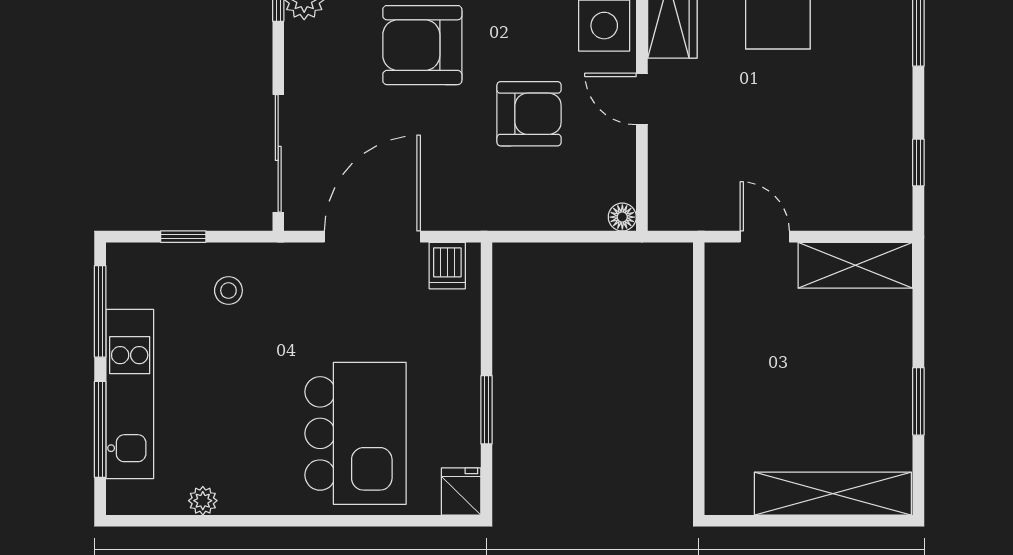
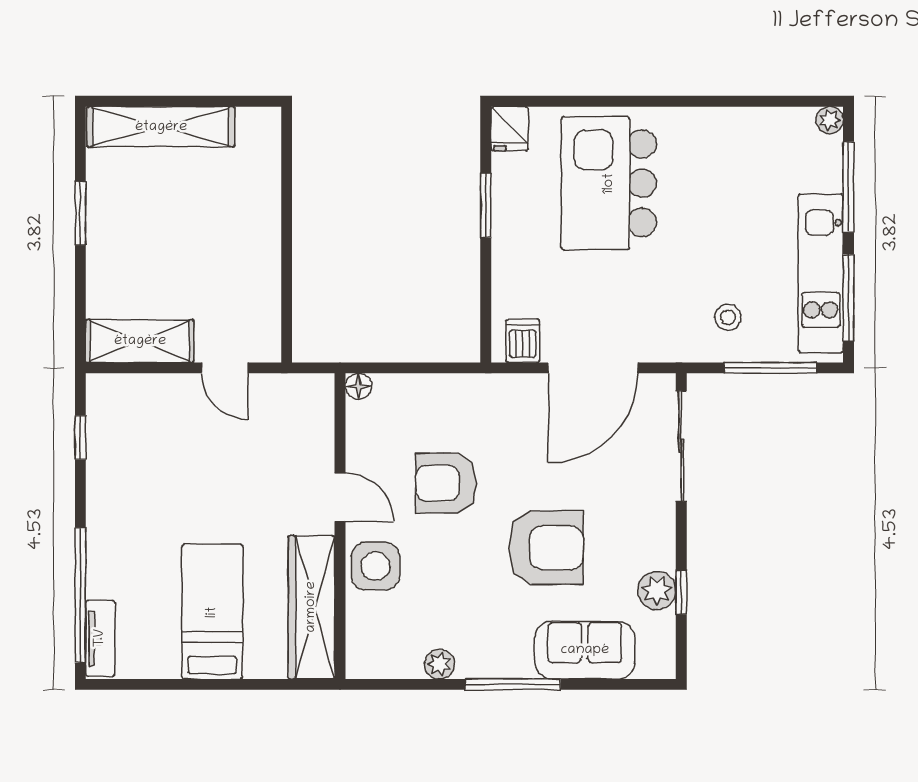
window: (183, 237) -> (770, 368), width x2.17
kitchen unit: (130, 394) -> (821, 273), moved
plant: (203, 501) -> (830, 120), moved

